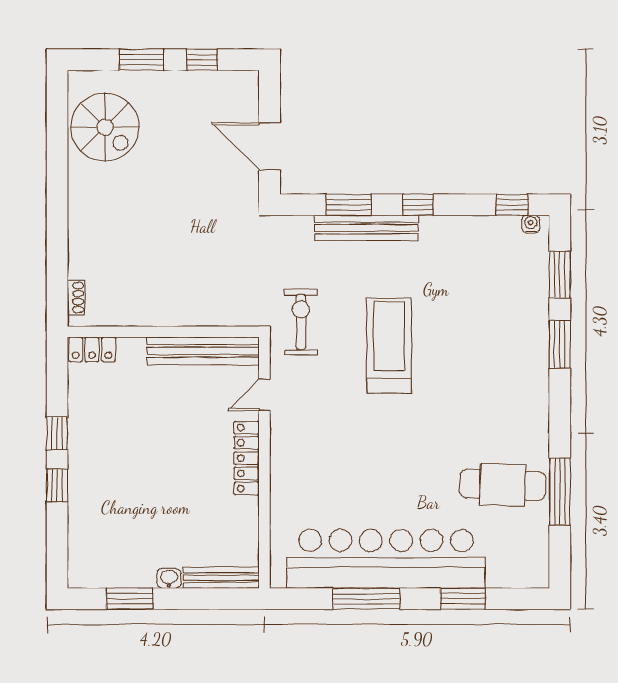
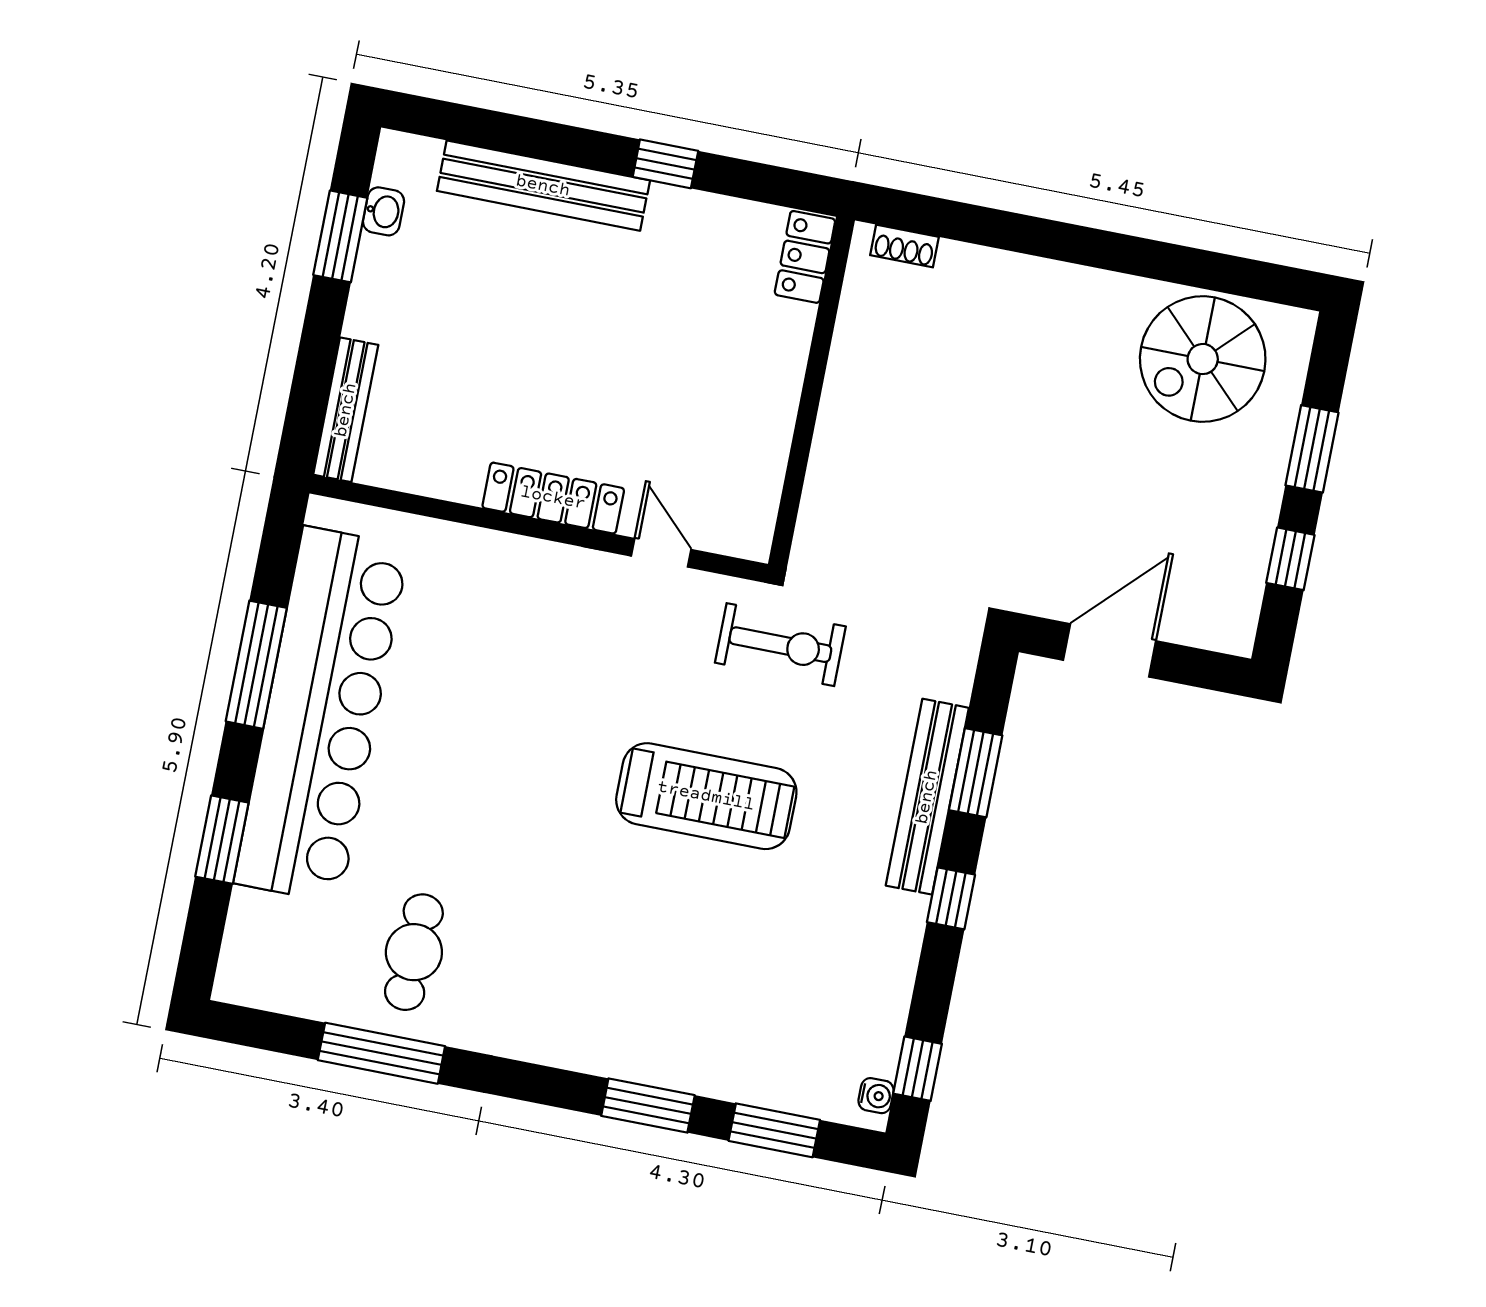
bench: (203, 351) -> (543, 186), moved, turned 90
window: (57, 485) -> (571, 145), removed
cafe table: (503, 485) -> (414, 952), width x0.73, depth x0.74
washbasin: (169, 578) -> (383, 211), moved

